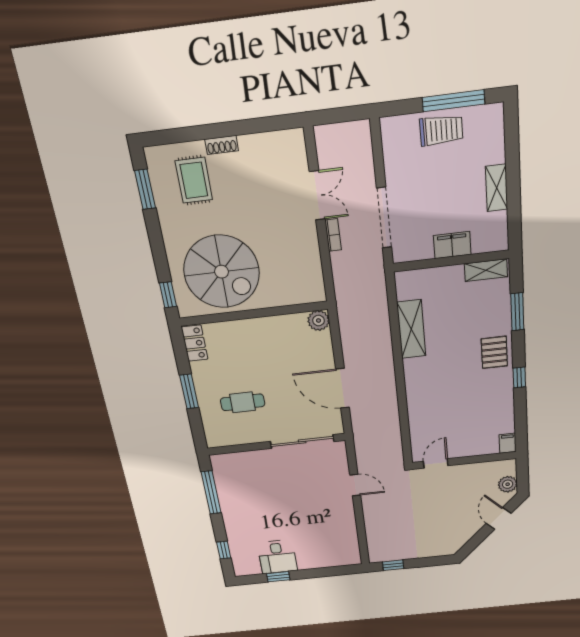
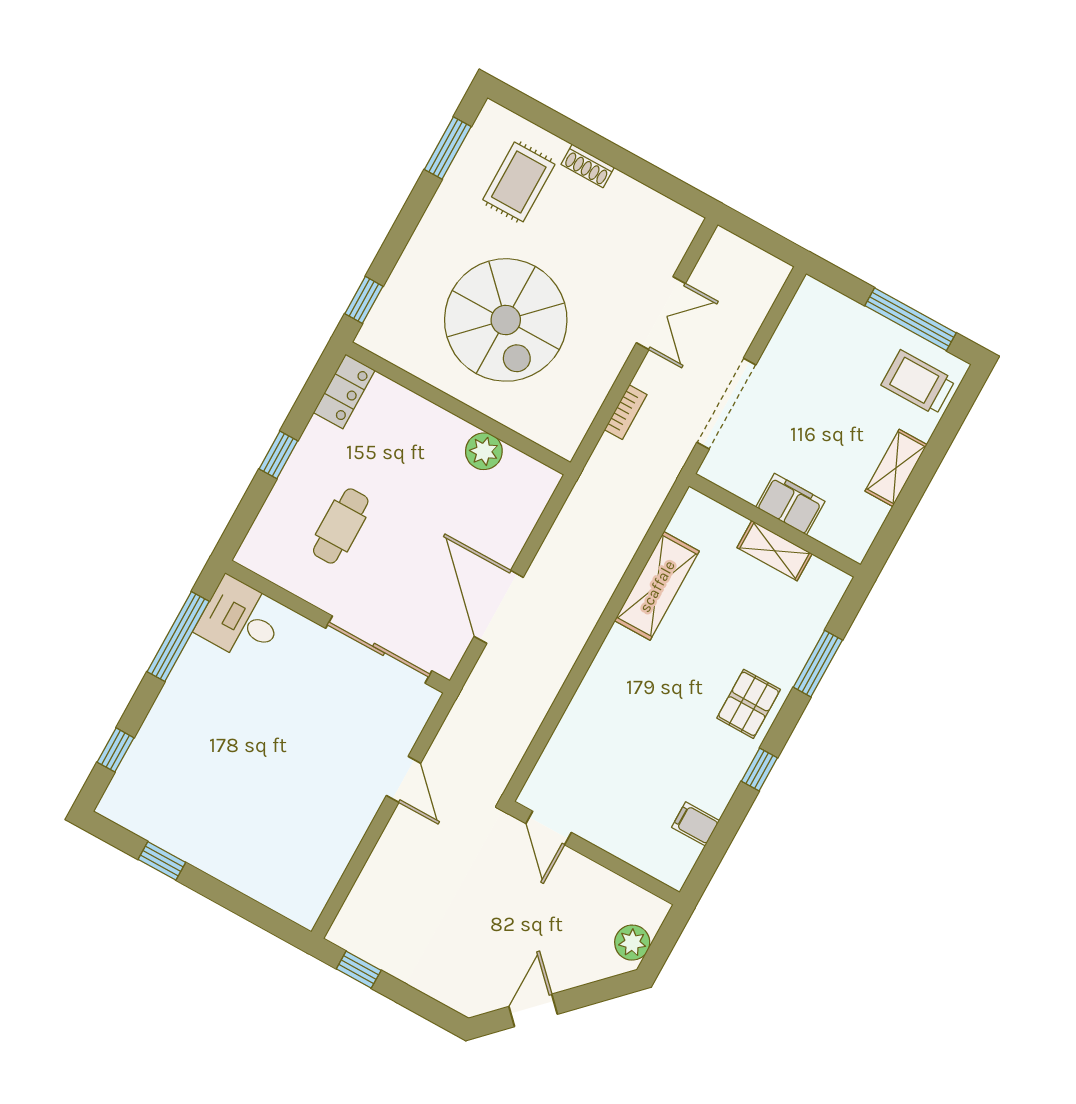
trolley: (441, 130) -> (918, 382), moved, turned 180
bookcase: (333, 235) -> (626, 412), moved
shelving: (486, 270) -> (775, 551), moved
spiral stairs: (222, 272) -> (506, 320), moved
plant: (319, 321) -> (484, 451), moved
window: (189, 391) -> (278, 455), width x0.67
cafe table: (243, 402) -> (341, 526), turned 90
filing cabinet: (508, 443) -> (696, 824), moved, turned -90
door: (436, 463) -> (549, 828), swing flipped
door: (499, 518) -> (533, 1010), moved
desk: (277, 557) -> (241, 620), moved, turned 90

